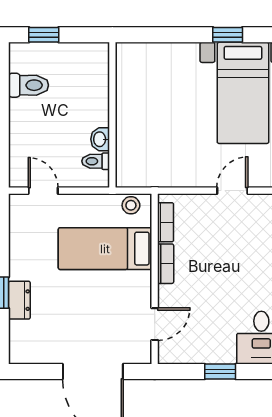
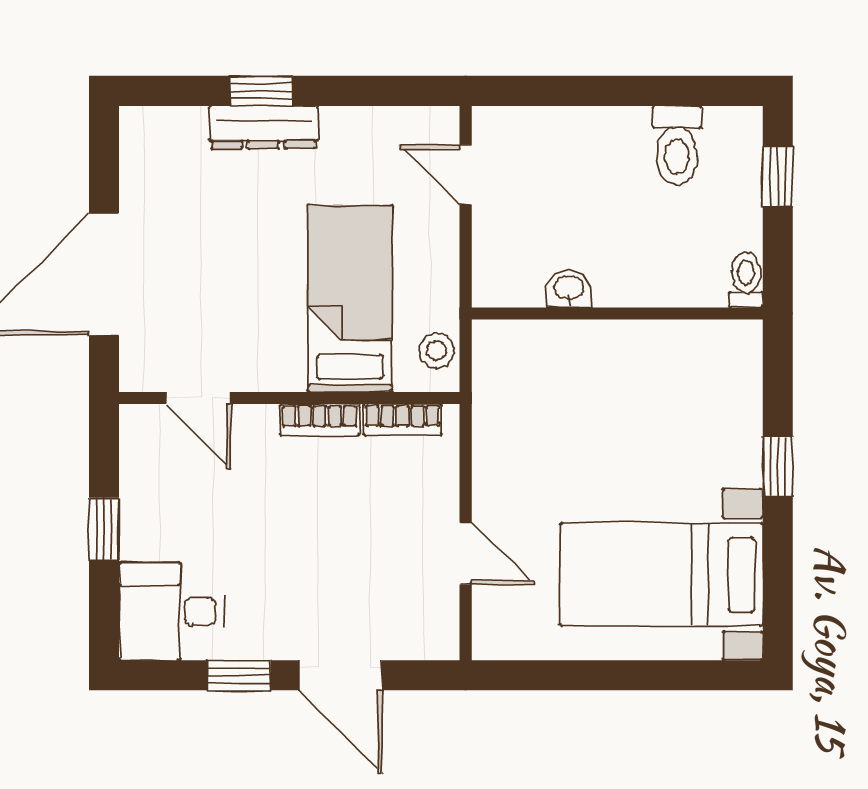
window: (228, 35) -> (778, 466), moved
toilet: (96, 161) -> (746, 280), moved
door: (43, 191) -> (466, 175), swing flipped
dresser: (19, 300) -> (263, 127), width x1.44

